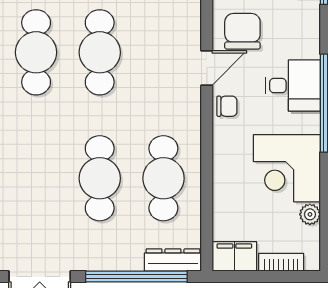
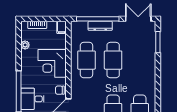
corner desk: (287, 168) -> (52, 63), moved, turned 180
filing cabinet: (234, 256) -> (61, 27), width x0.50
dresser: (173, 260) -> (100, 26), moved

